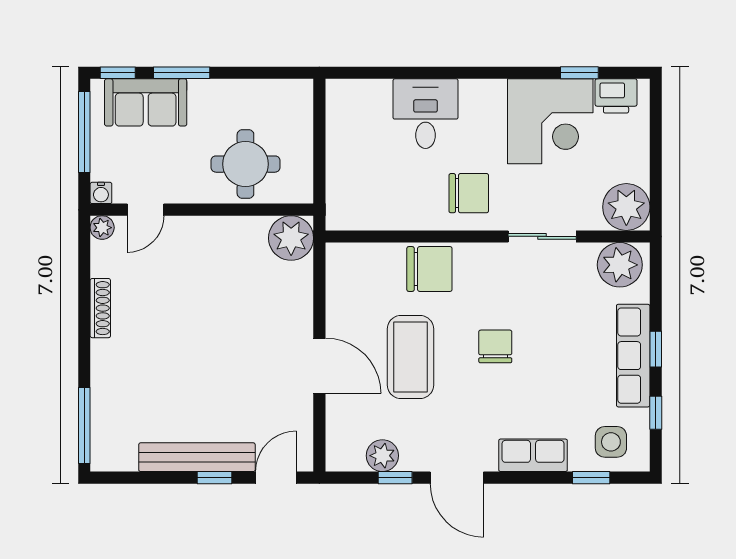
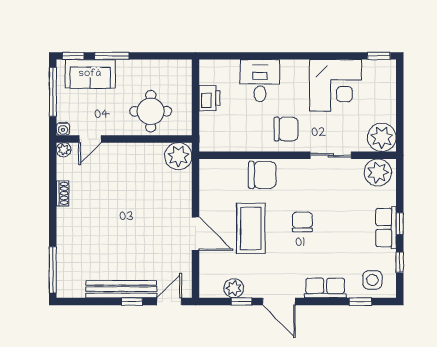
window: (579, 73) -> (379, 56), moved
printer: (616, 96) -> (210, 98), moved, turned -90
shoe rack: (100, 308) -> (63, 193), width x0.70
row of seats: (633, 356) -> (386, 228), width x0.68

